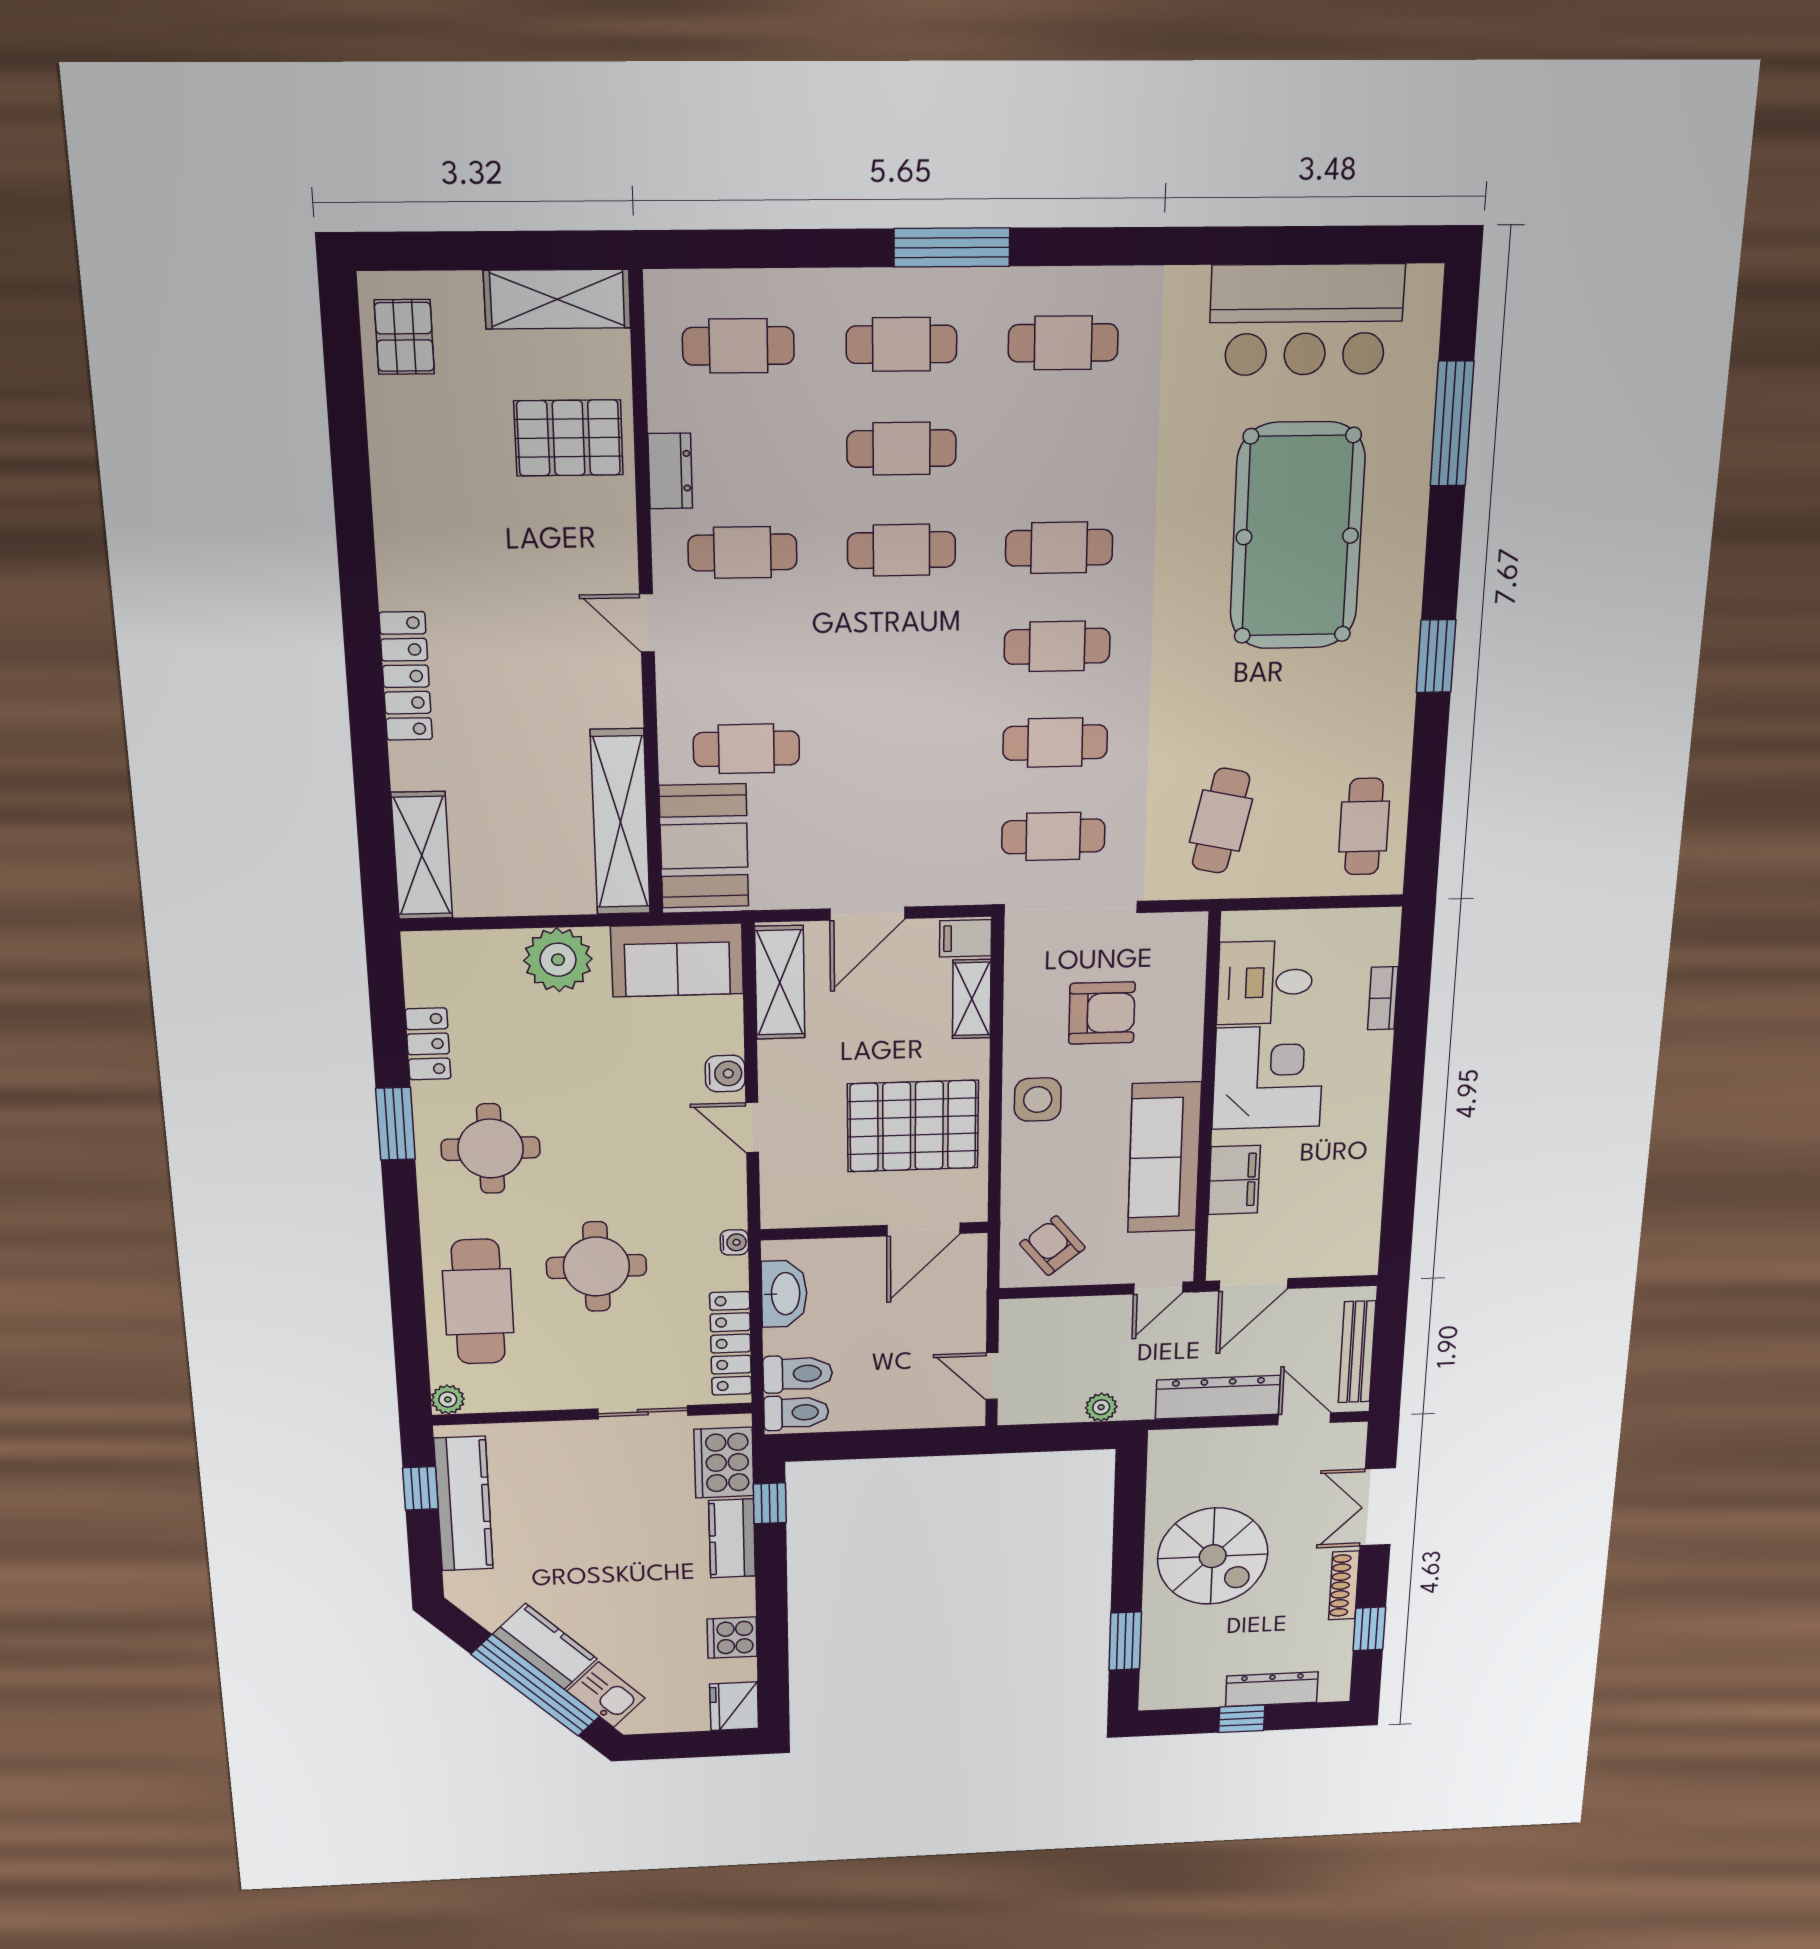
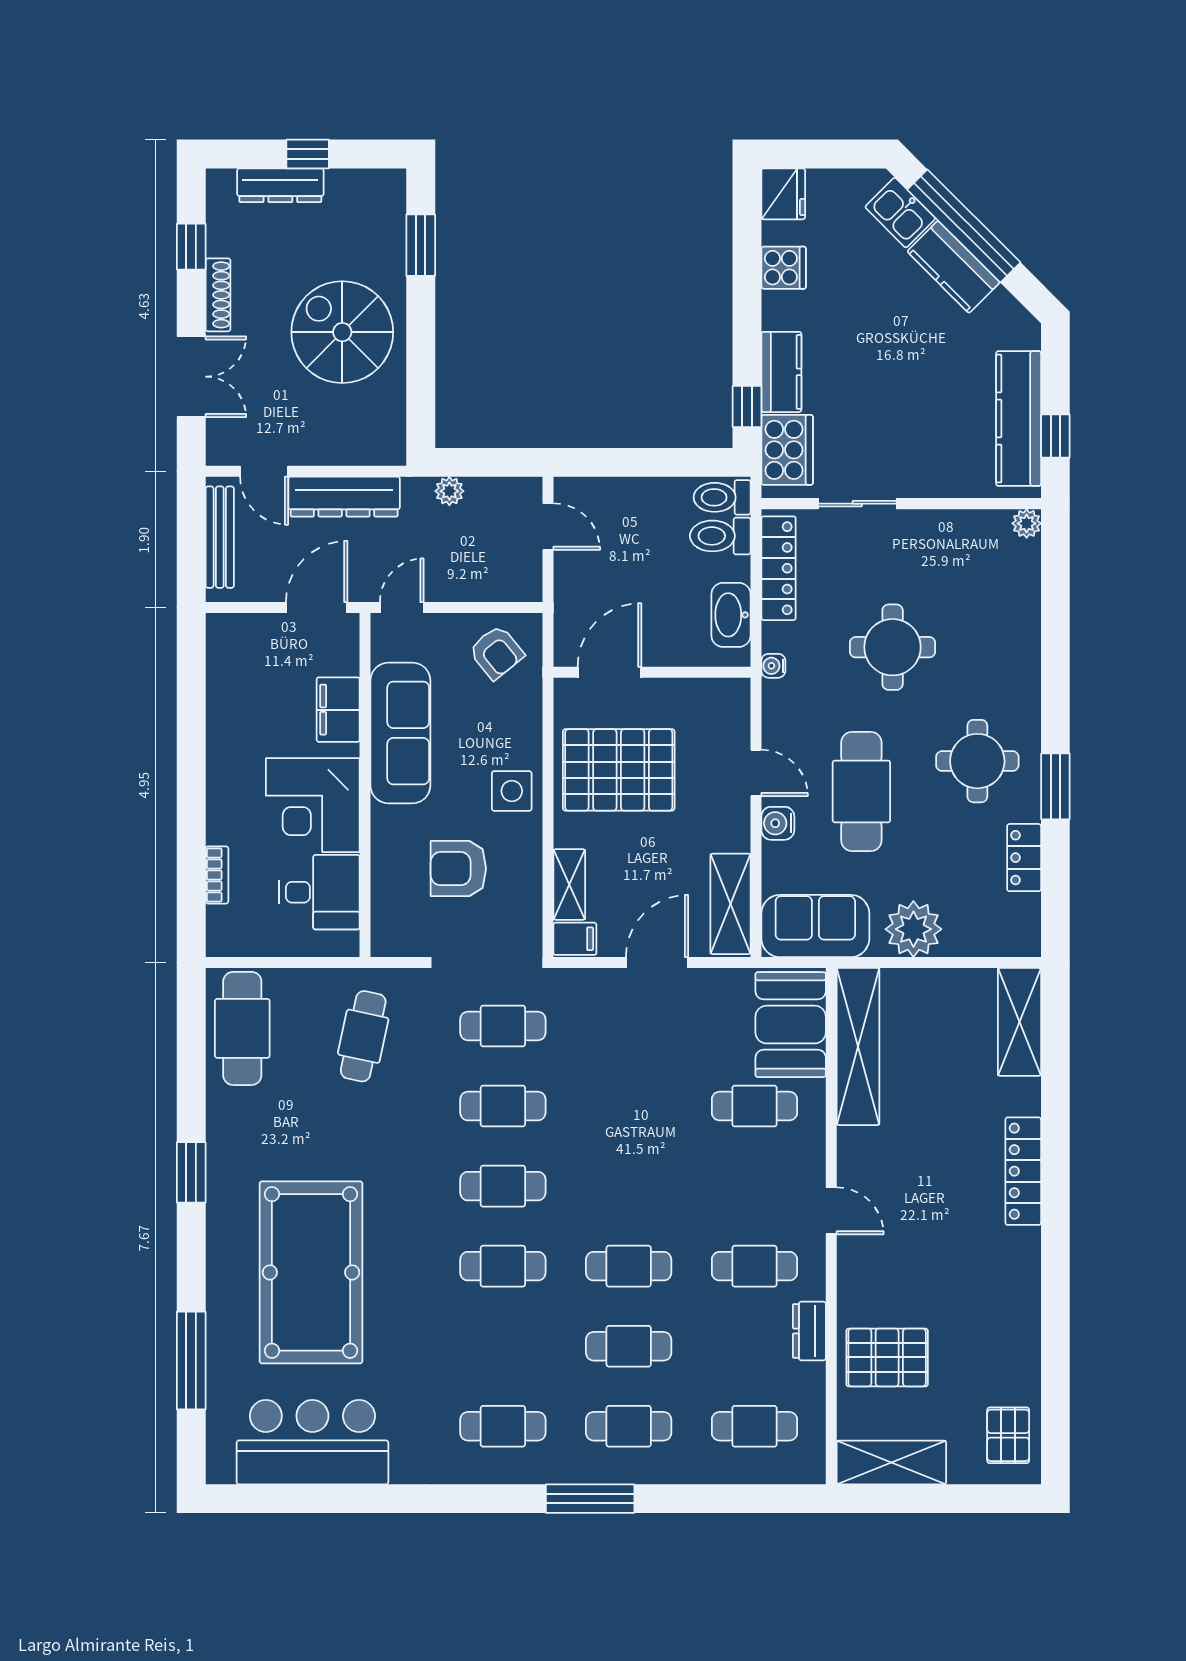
cafe table: (1364, 827) -> (242, 1028), width x1.37, depth x1.35
cafe table: (478, 1302) -> (861, 791), moved

